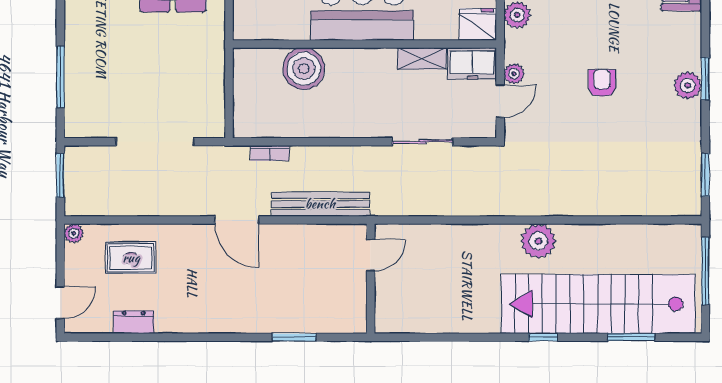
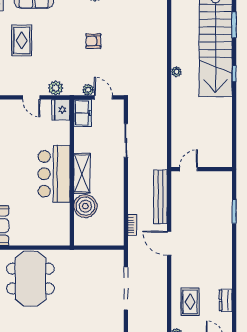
shelving: (422, 59) -> (82, 173), moved, width x1.50, depth x1.33
door: (237, 220) -> (169, 243), swing flipped
plant: (538, 241) -> (176, 72), width x0.53, depth x0.53
door: (371, 255) -> (189, 169), hinge flipped

